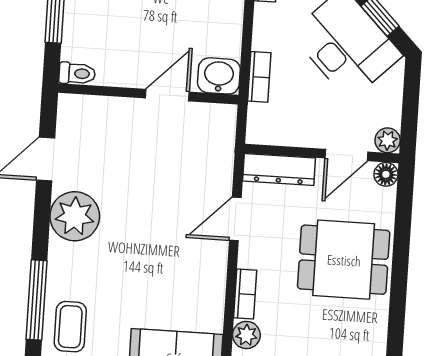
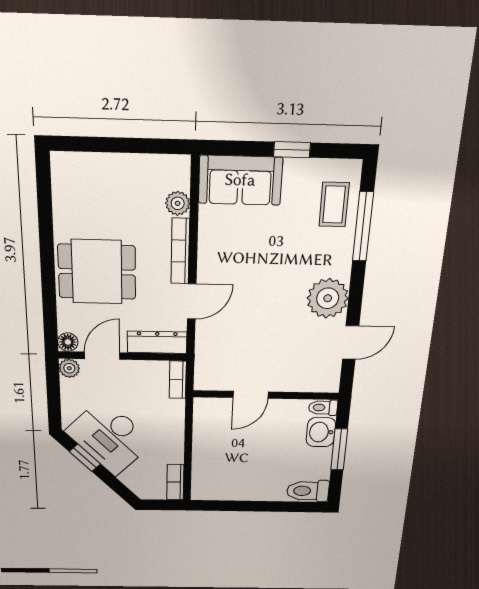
washbasin: (219, 76) -> (321, 432), moved, turned 90
bookcase: (259, 77) -> (178, 380), moved
bookcase: (245, 294) -> (180, 251), width x1.56

